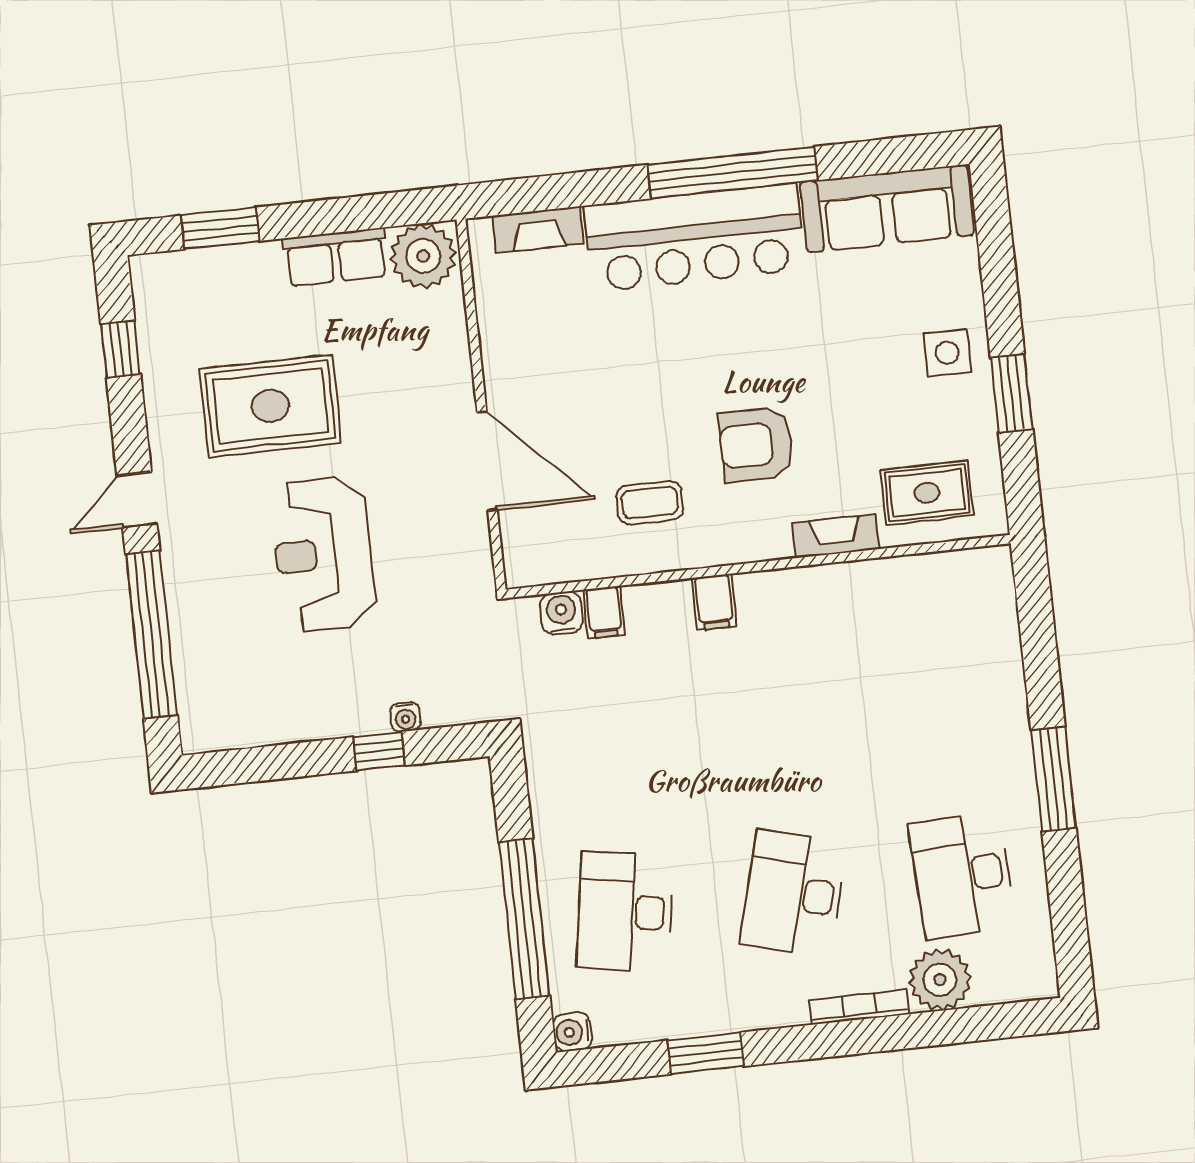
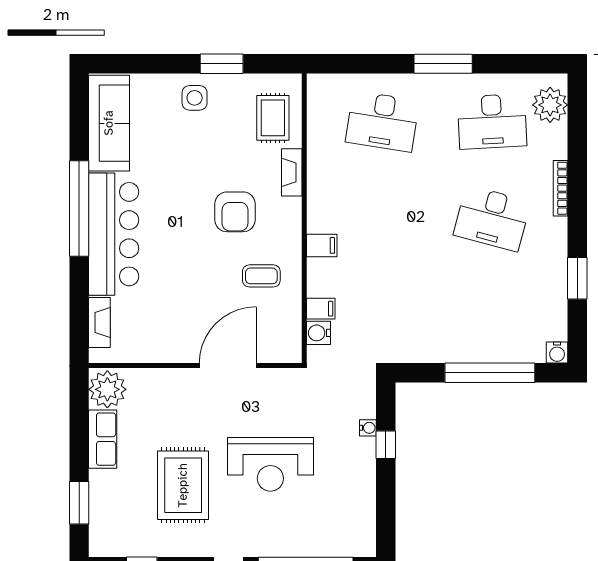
coffee table: (650, 503) -> (261, 276), turned 90
desk: (625, 912) -> (382, 121), moved
plant: (940, 980) -> (550, 105), moved

